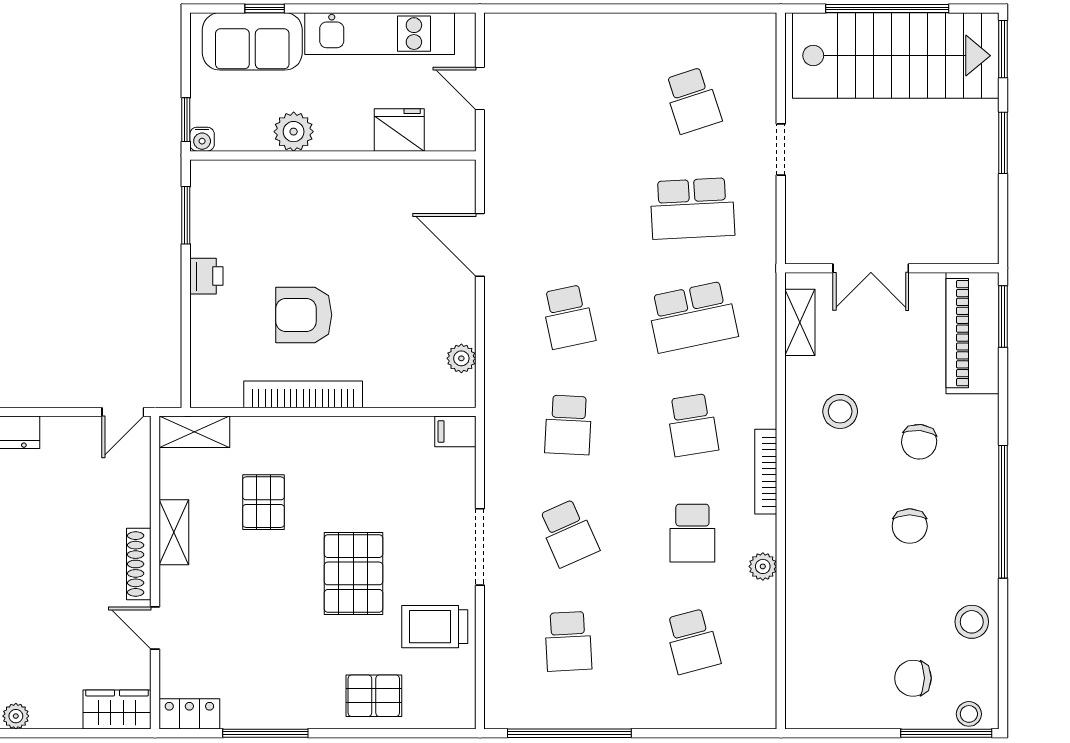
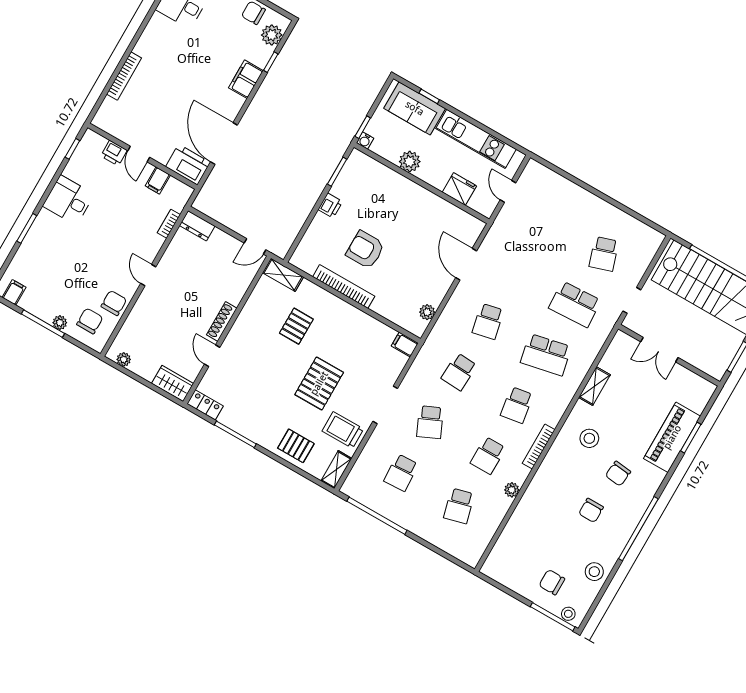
double door: (871, 268) -> (659, 350), moved
wall: (892, 268) -> (669, 355), moved
shelving: (174, 532) -> (336, 470), moved

